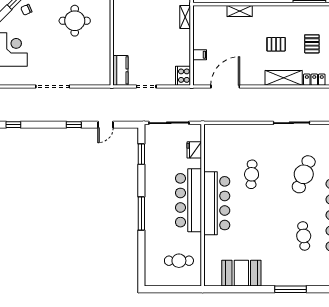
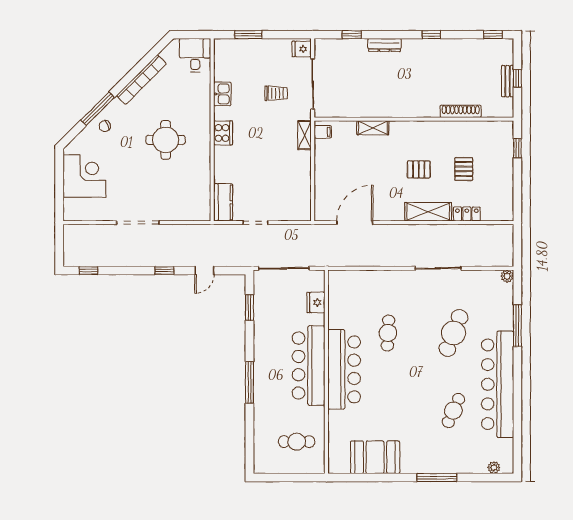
filing cabinet: (200, 55) -> (323, 132), moved
cooker: (183, 76) -> (223, 133), moved, turned 180
cafe table: (304, 236) -> (453, 411), turned 30

